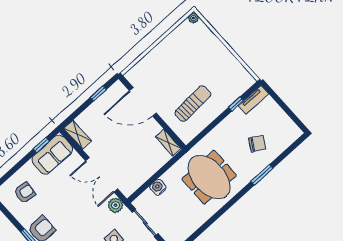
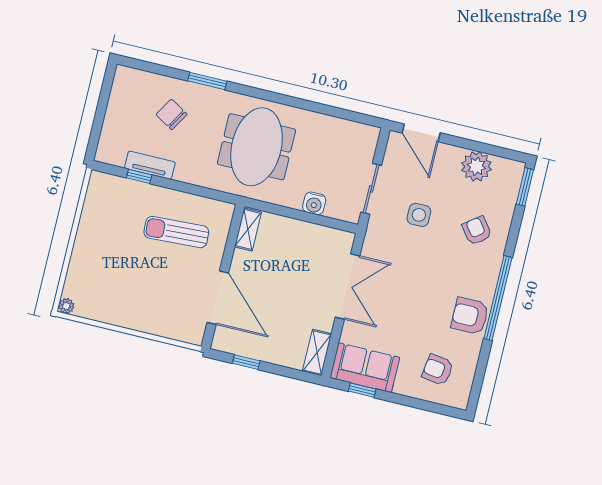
tv unit: (253, 100) -> (150, 165), moved
plant: (116, 205) -> (374, 242), removed

